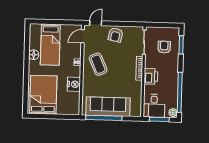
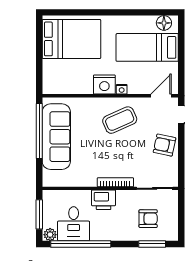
door: (83, 36) -> (161, 96), hinge flipped
floor lamp: (34, 55) -> (164, 23), moved
nightstand: (74, 84) -> (104, 85), moved
desk: (154, 106) -> (74, 224), moved, turned -90

